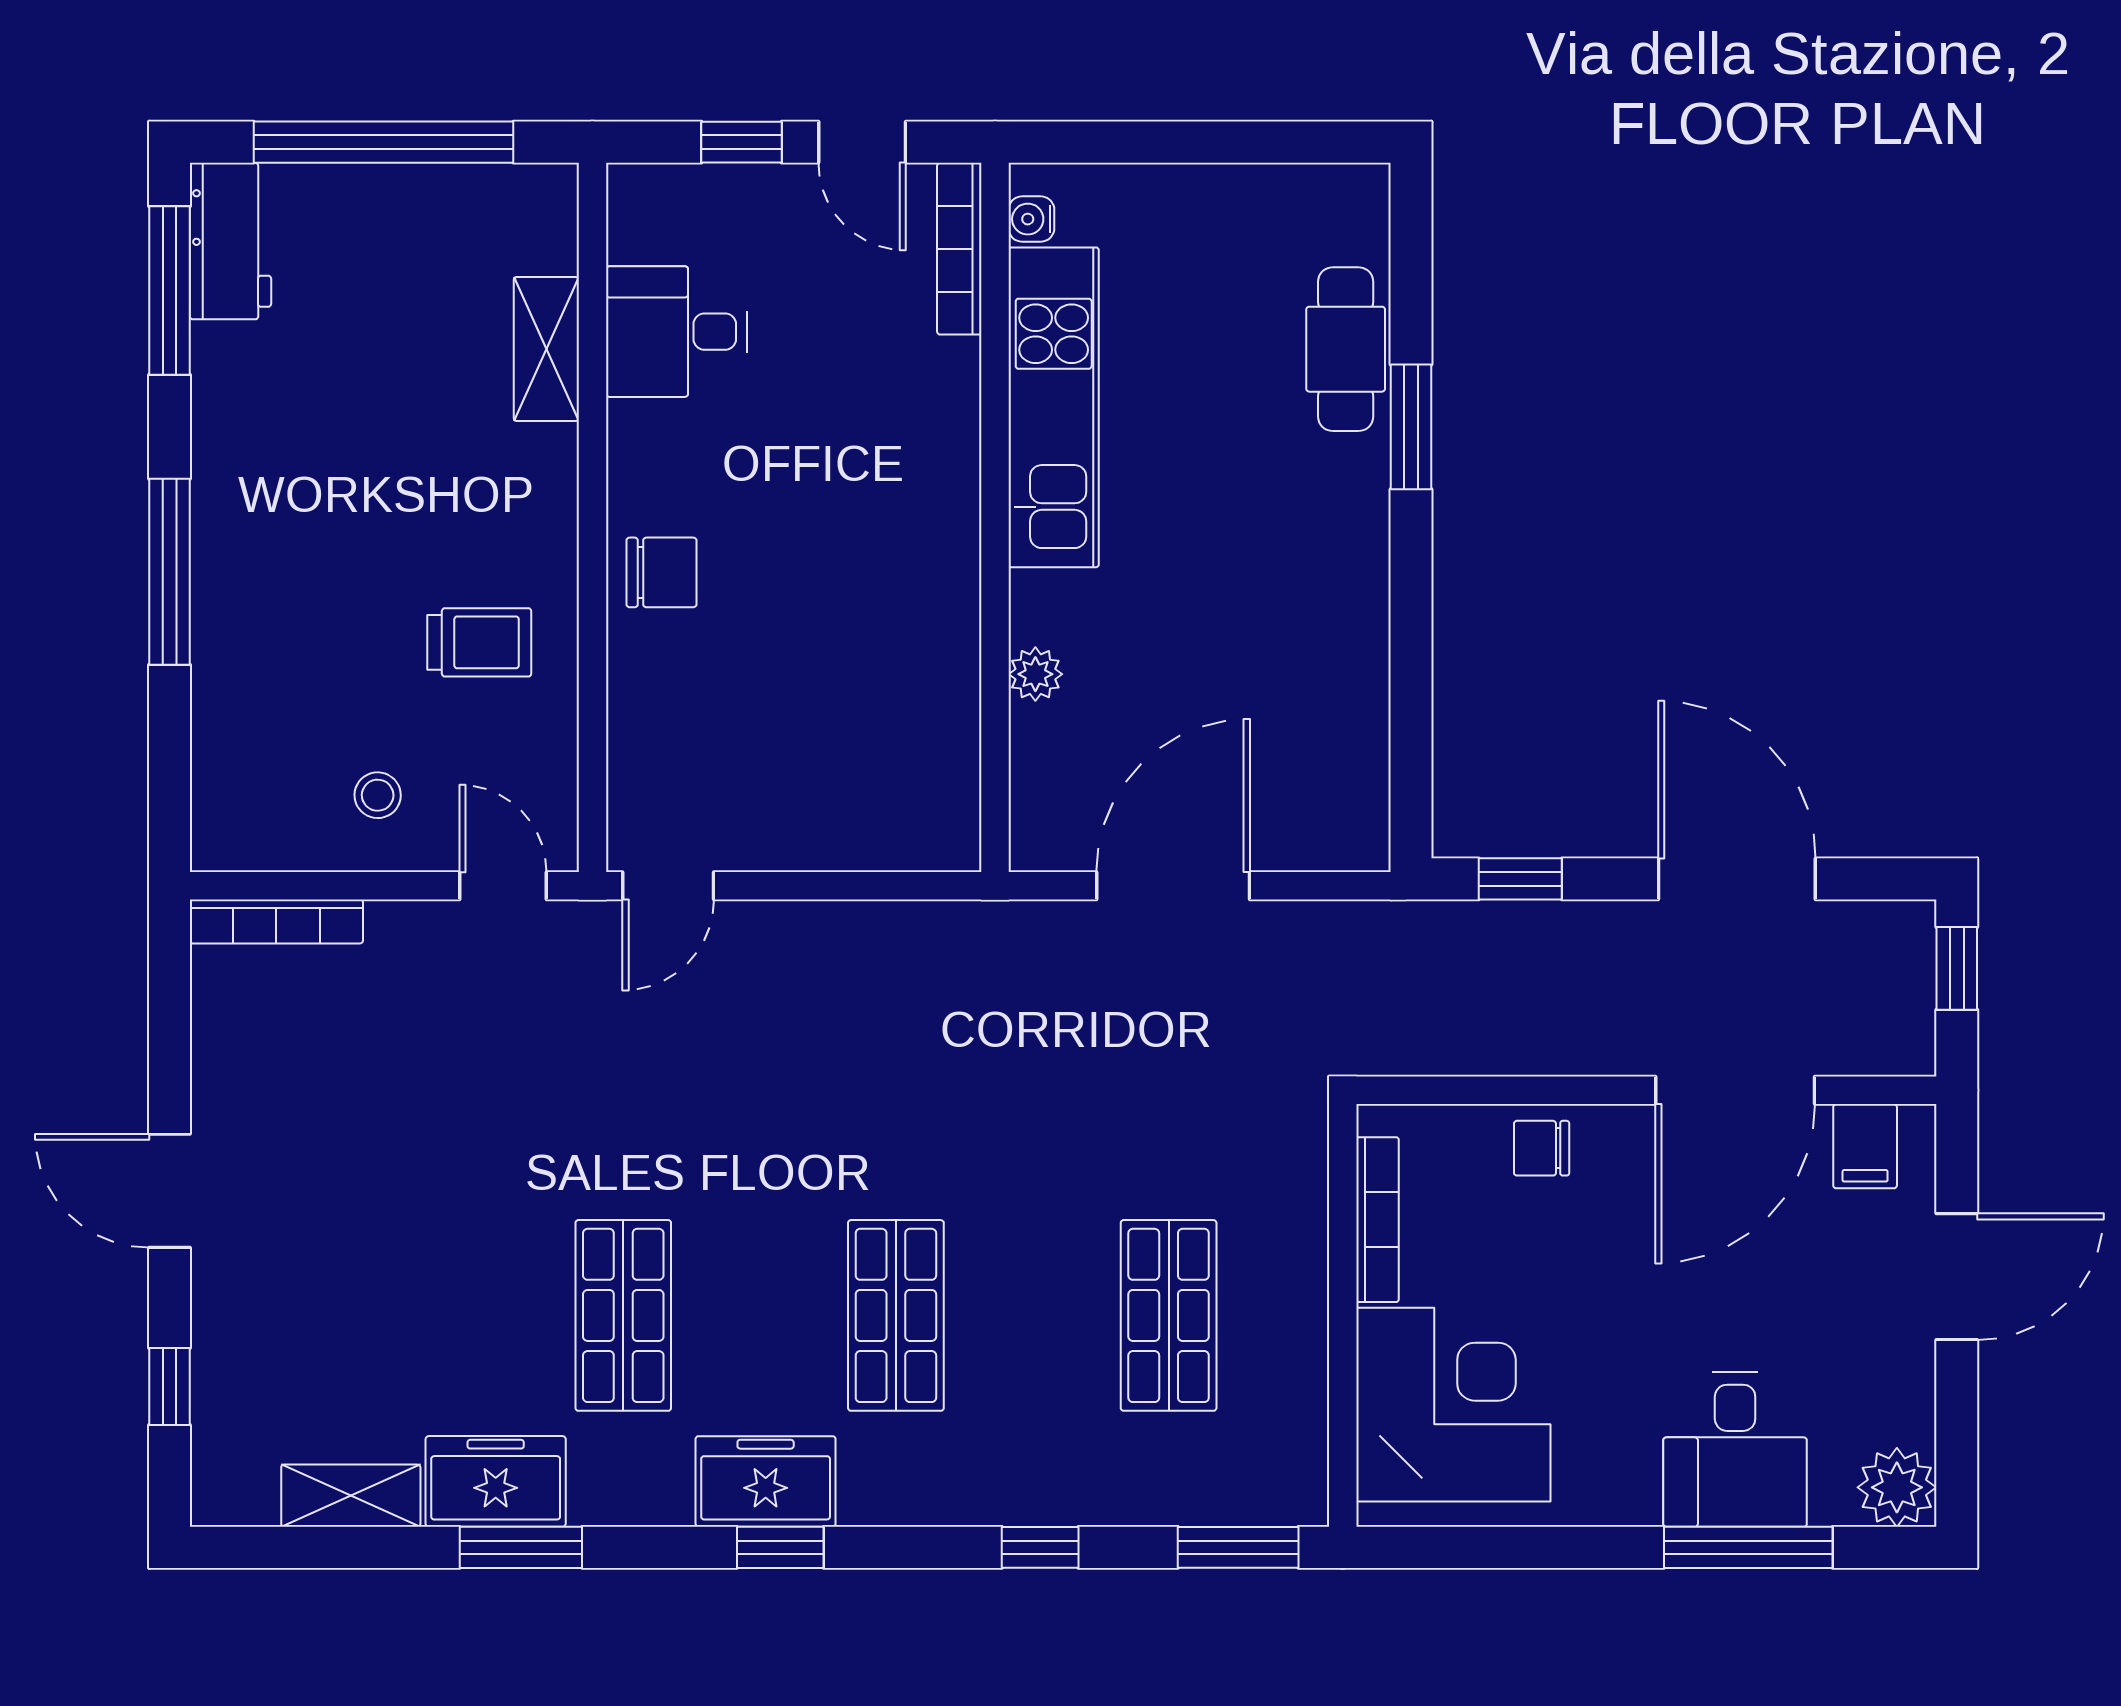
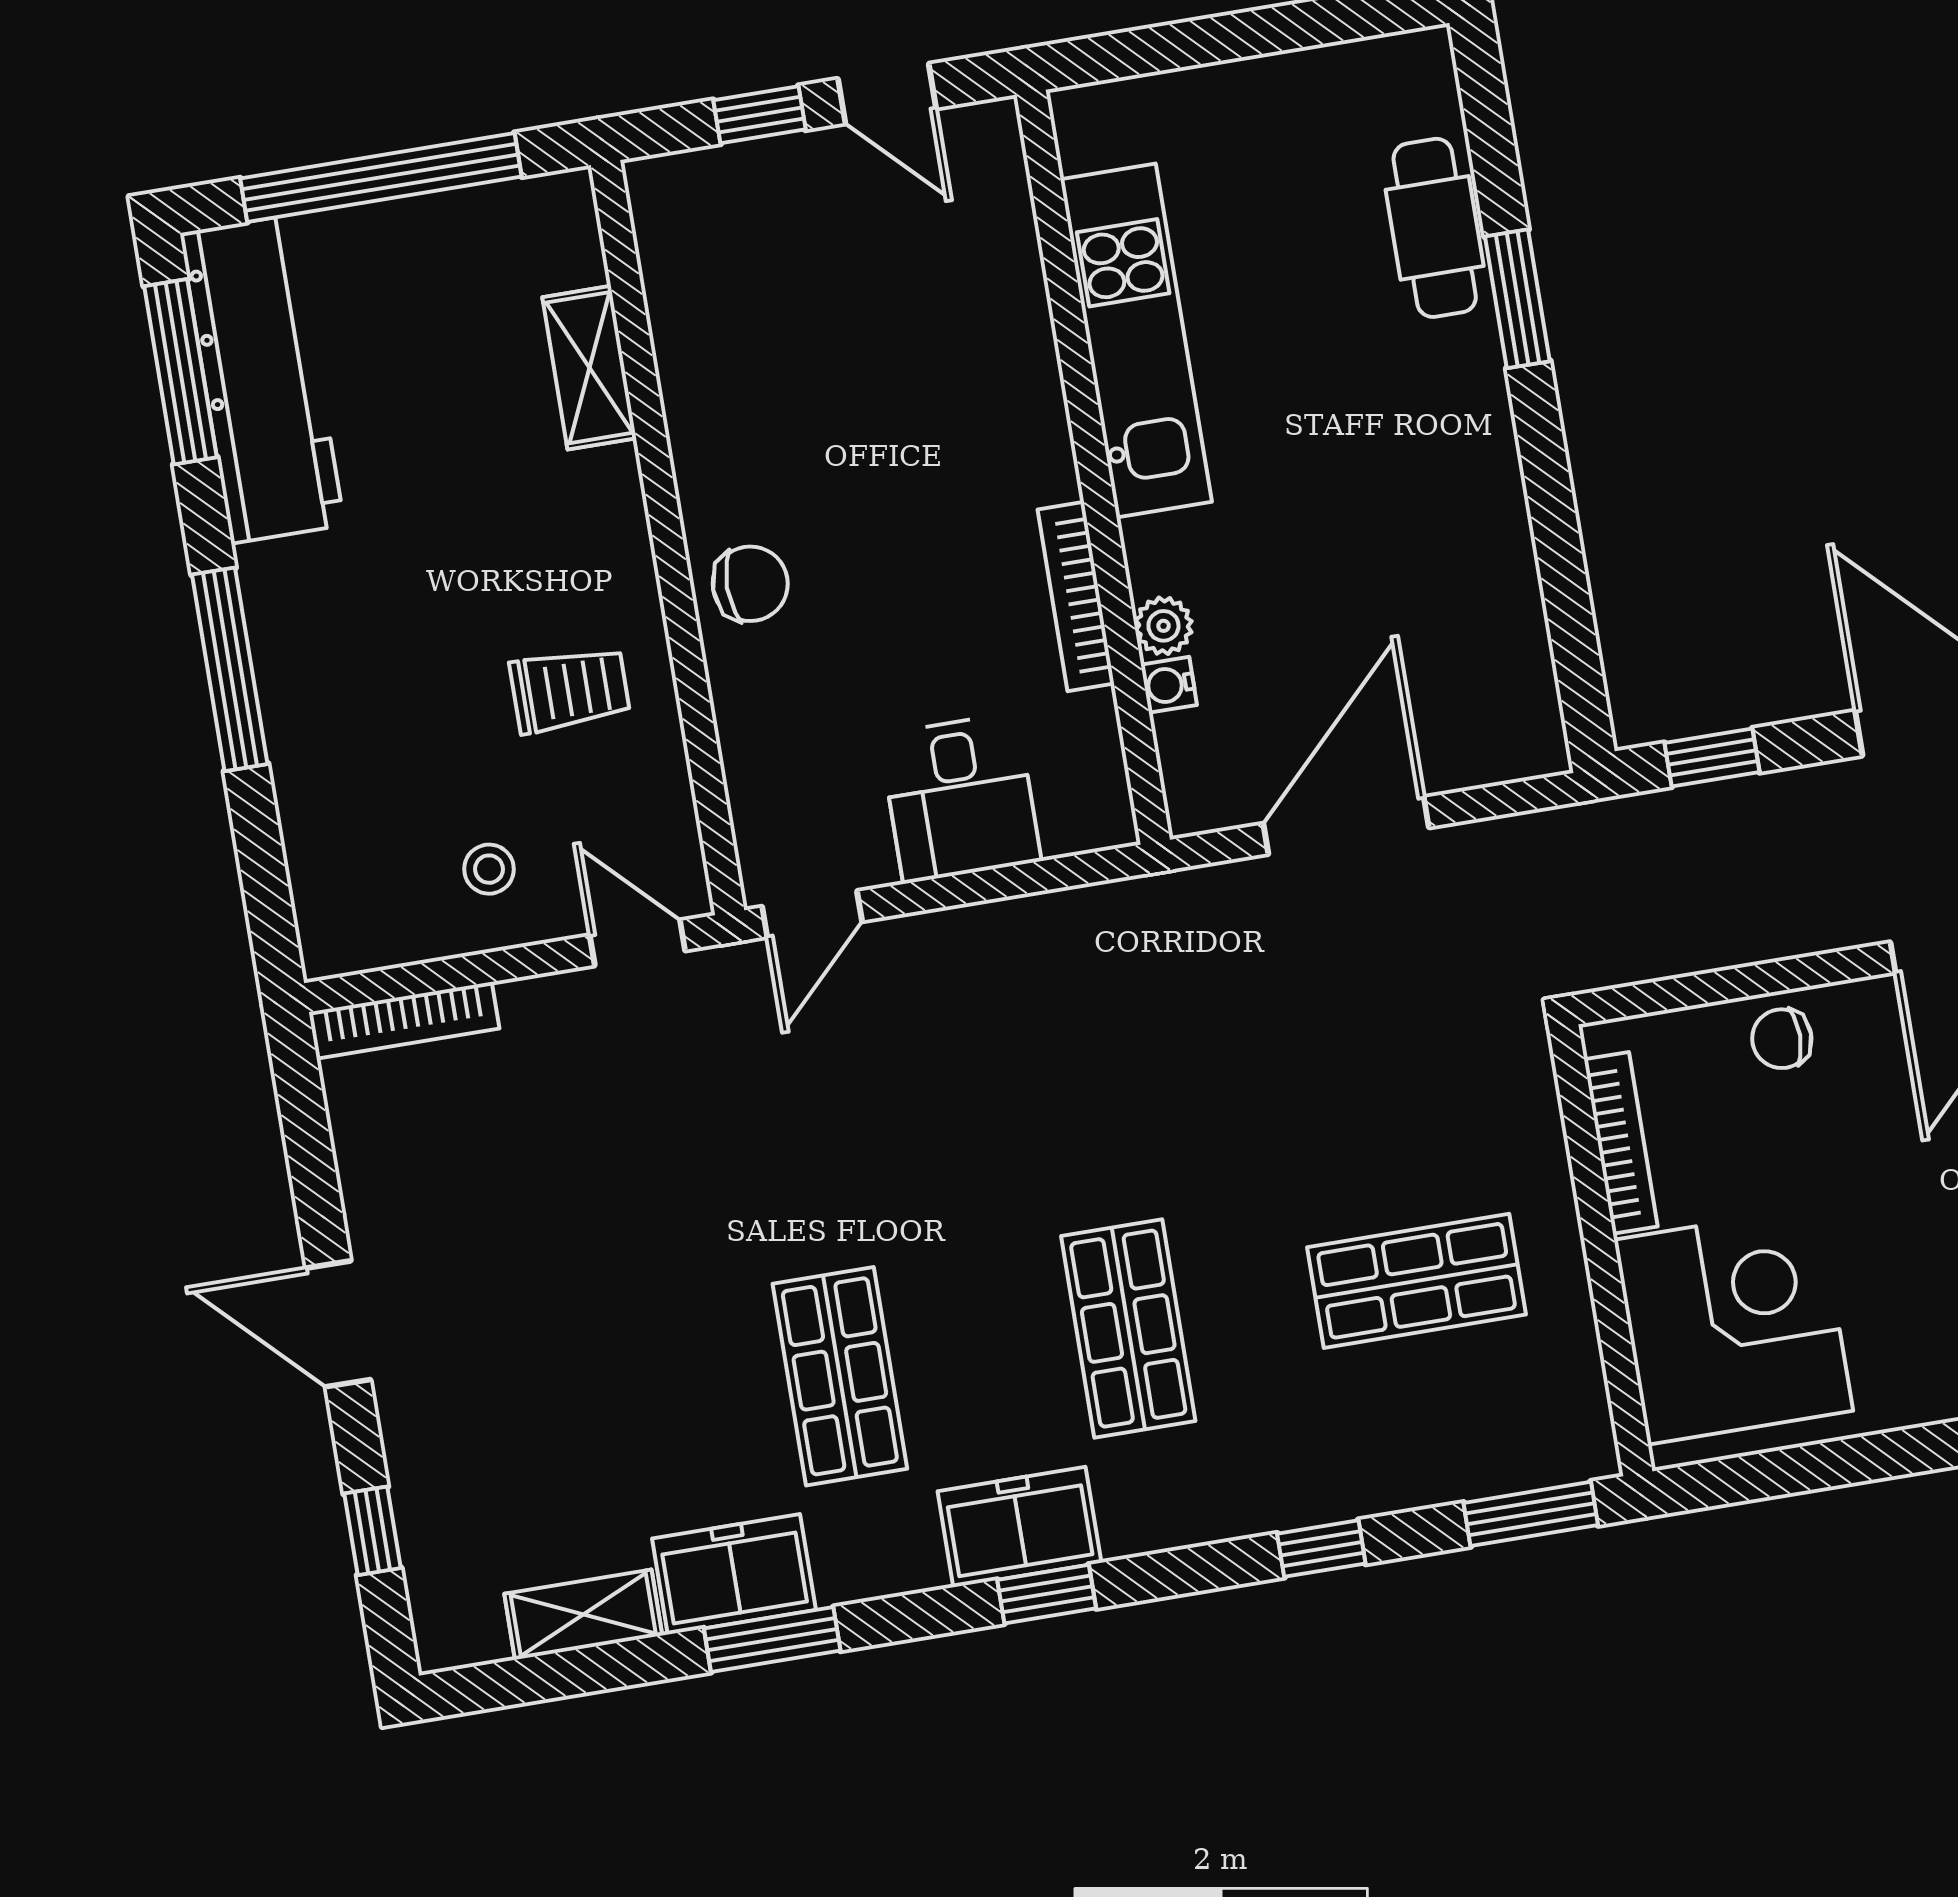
water cooler: (1031, 219) -> (1169, 685), moved
workbench: (231, 241) -> (262, 379), width x1.88, depth x1.32
bookcase: (959, 249) -> (1076, 597), moved
desk: (677, 332) -> (960, 798), moved, turned -90
shop shelf: (1169, 1315) -> (1417, 1281), turned 90

